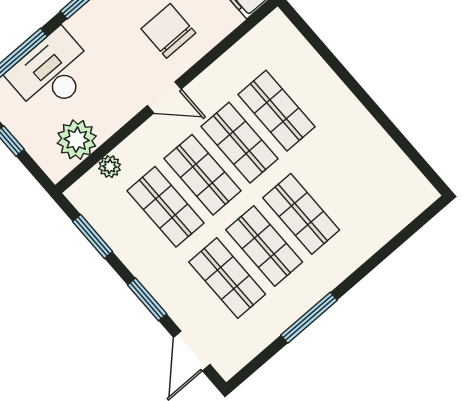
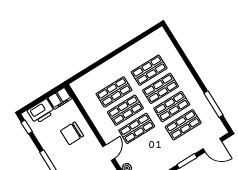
door: (164, 97) -> (109, 153), moved
shop shelf: (165, 207) -> (149, 70), moved
window: (309, 318) -> (213, 104), moved

